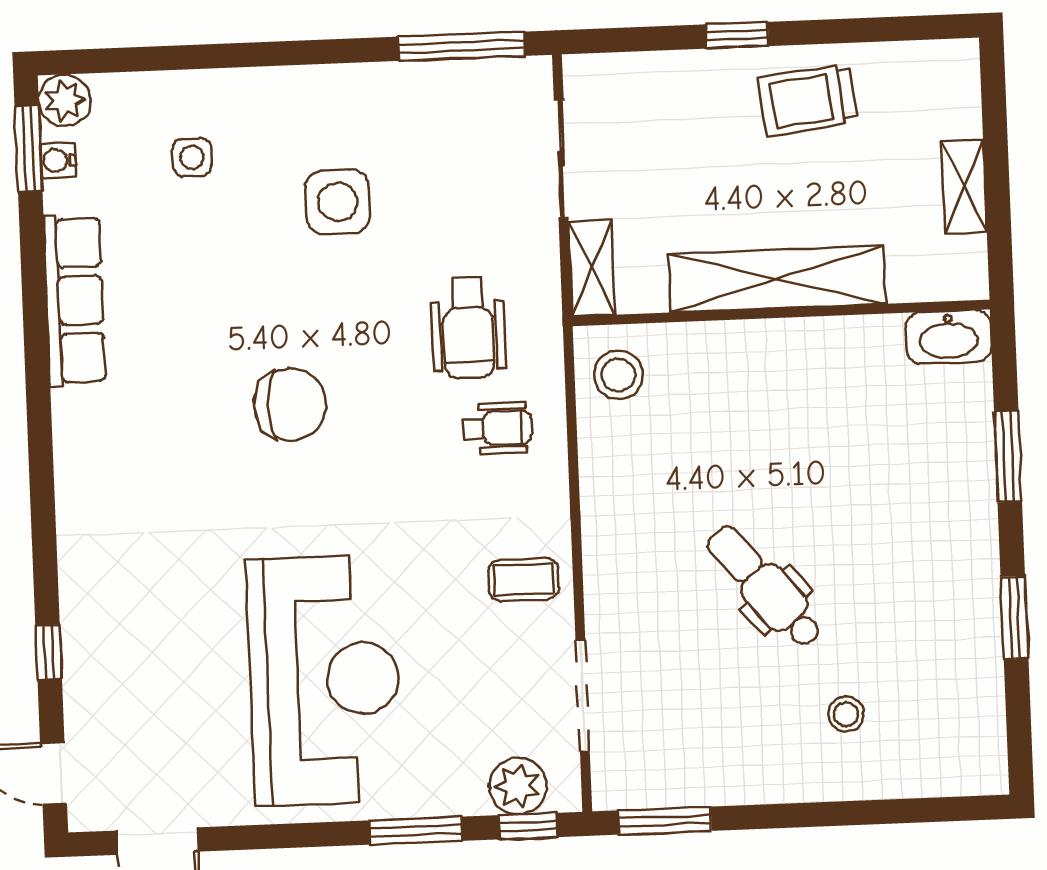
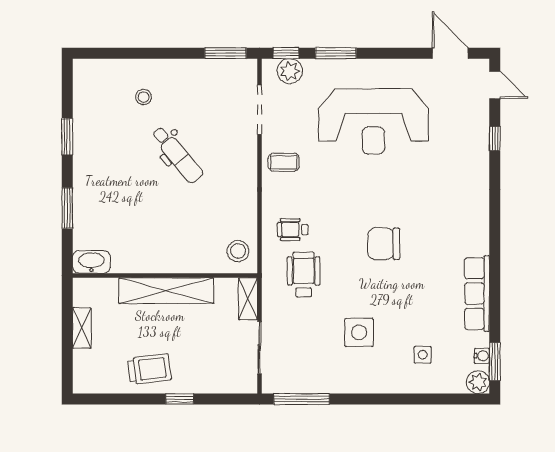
reception desk: (324, 680) -> (373, 121), turned -90

